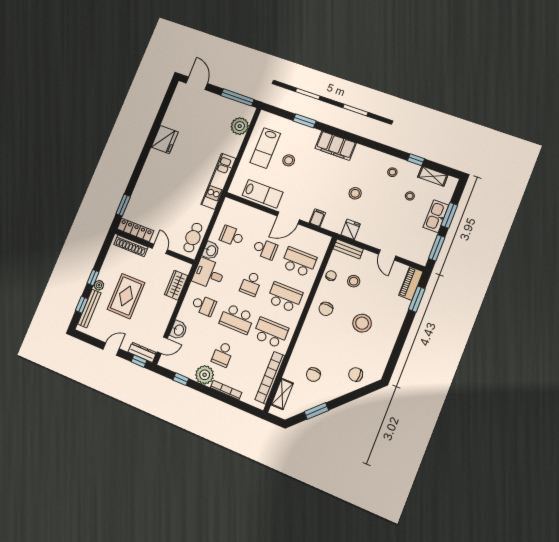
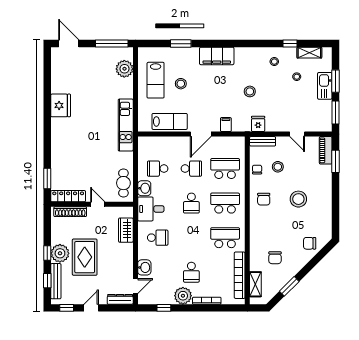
plant: (99, 285) -> (60, 253), width x1.88, depth x1.88
school desk: (237, 319) -> (191, 238), removed
window: (139, 361) -> (67, 308), moved

